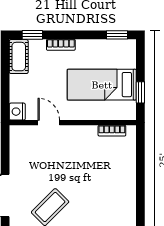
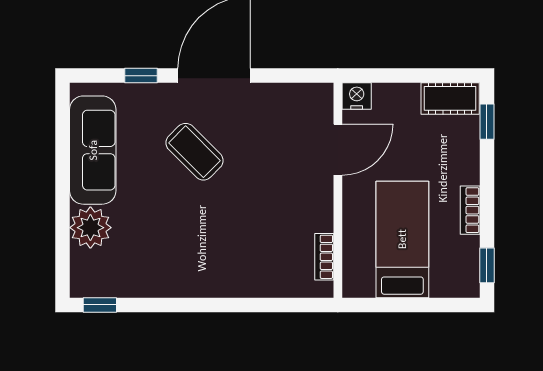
bookcase: (61, 45) -> (470, 210), moved
window: (140, 92) -> (389, 305), removed
door: (49, 123) -> (338, 150), width x1.38

